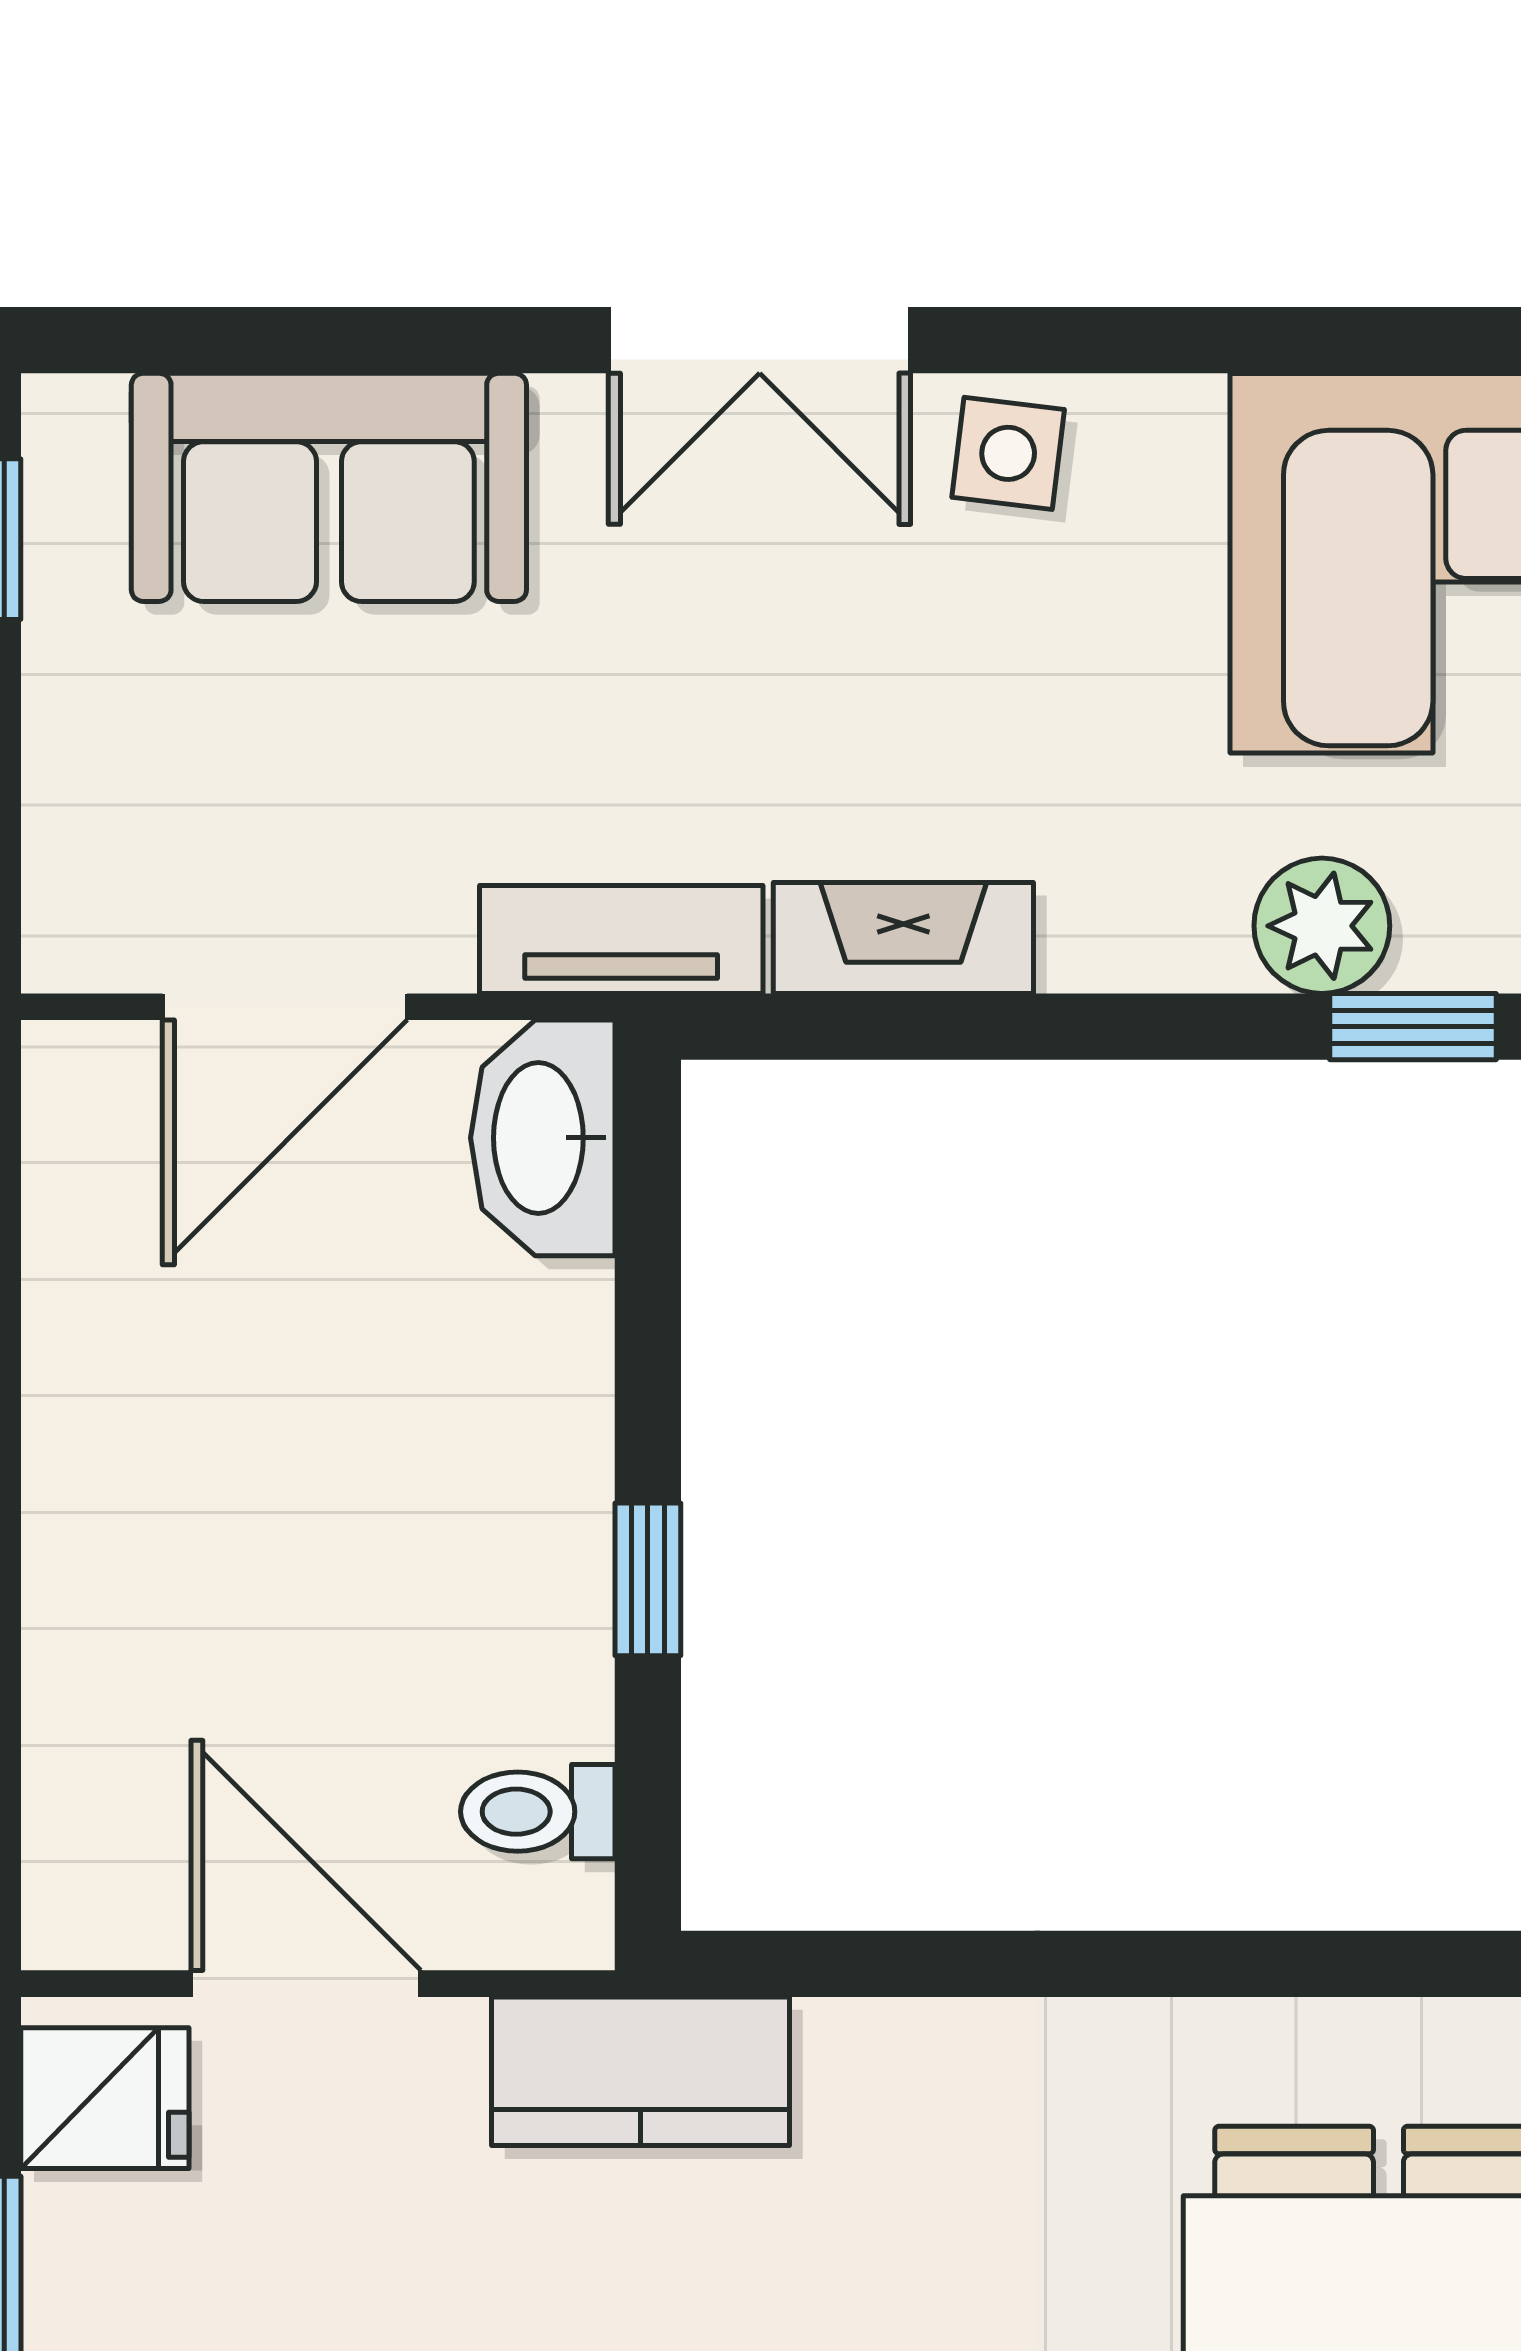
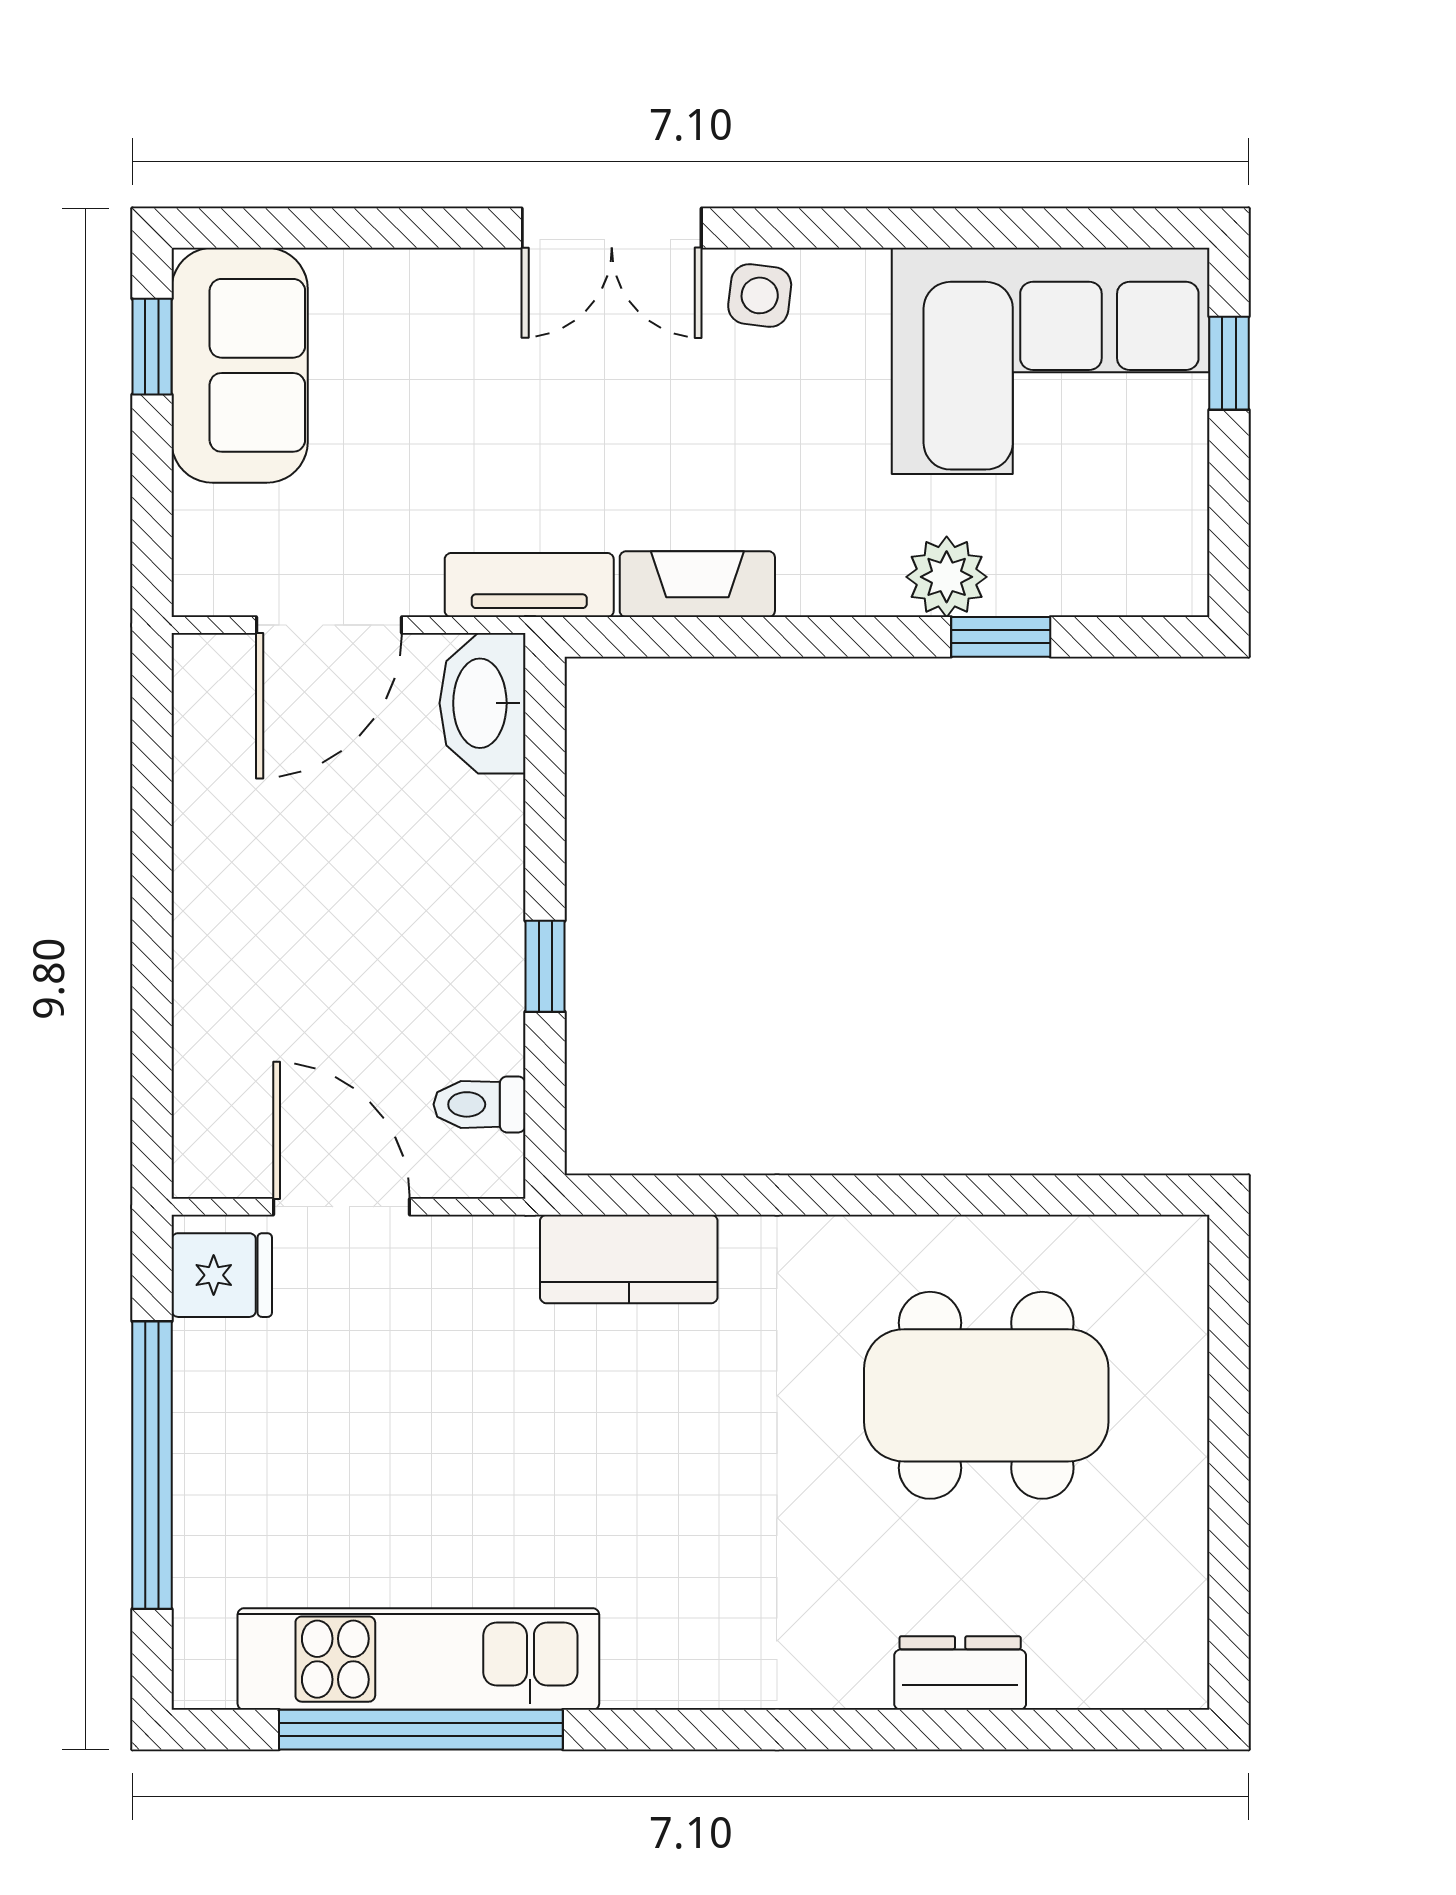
sofa: (329, 487) -> (240, 365), moved, turned -90
kitchen counter: (641, 2071) -> (629, 1259), moved

